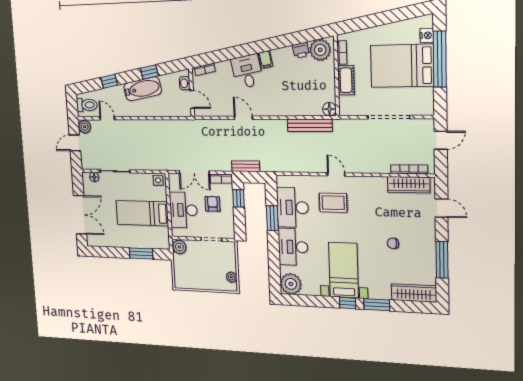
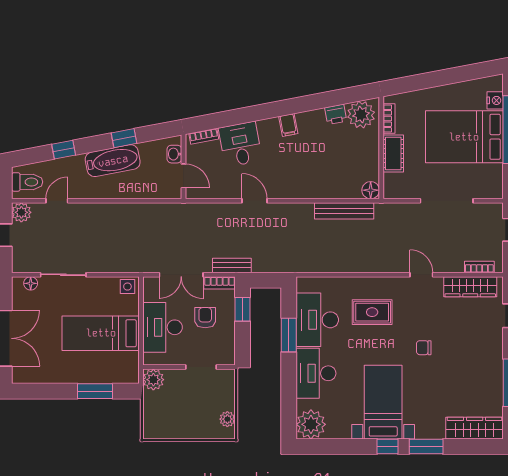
desk: (247, 71) -> (240, 144), moved
door: (107, 118) -> (57, 201), hinge flipped
bench: (246, 166) -> (232, 265), moved
bookcase: (409, 169) -> (479, 267), width x0.64
door: (336, 174) -> (421, 275), moved
chair: (393, 243) -> (424, 348), moved

